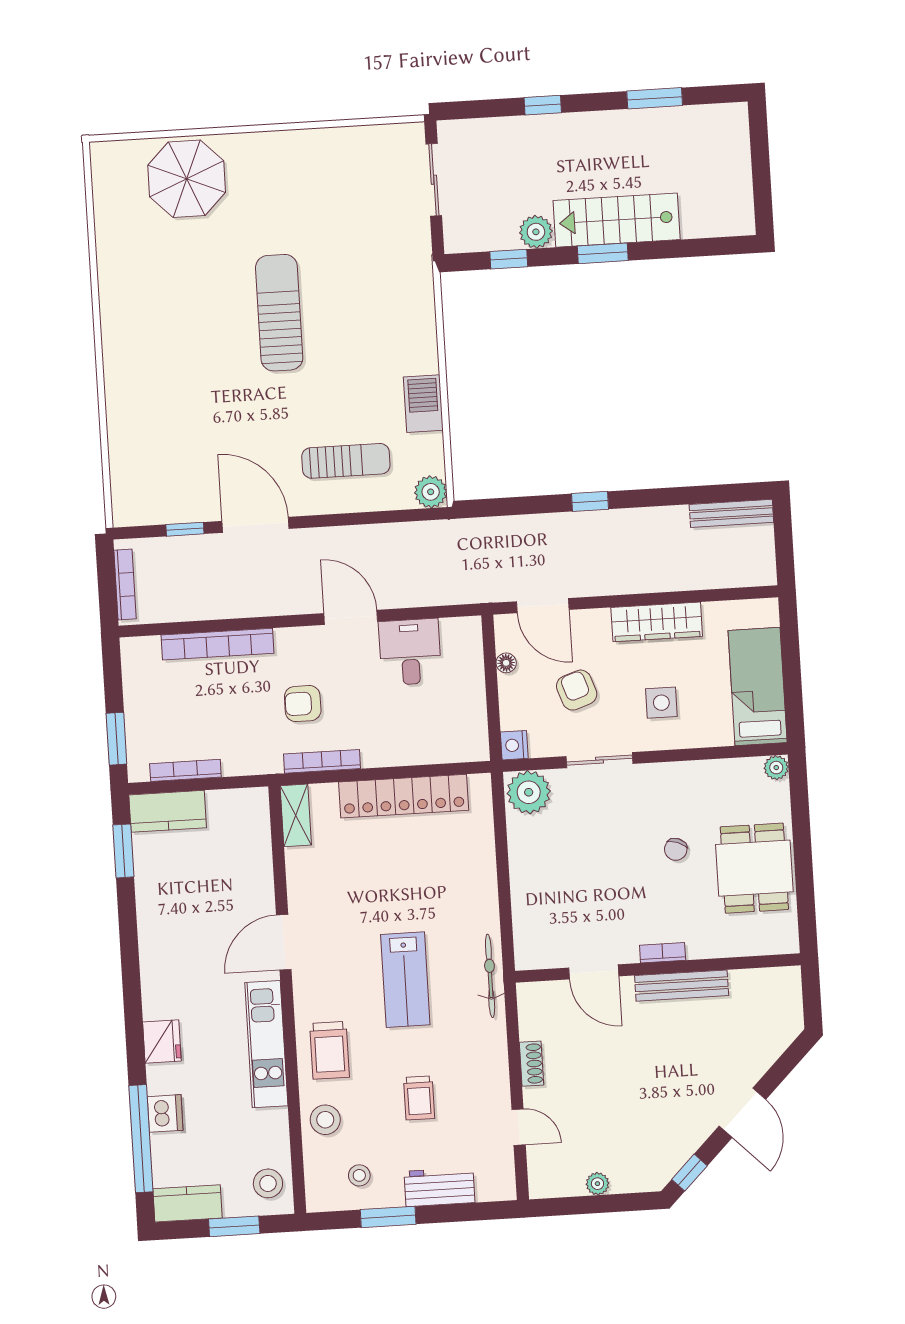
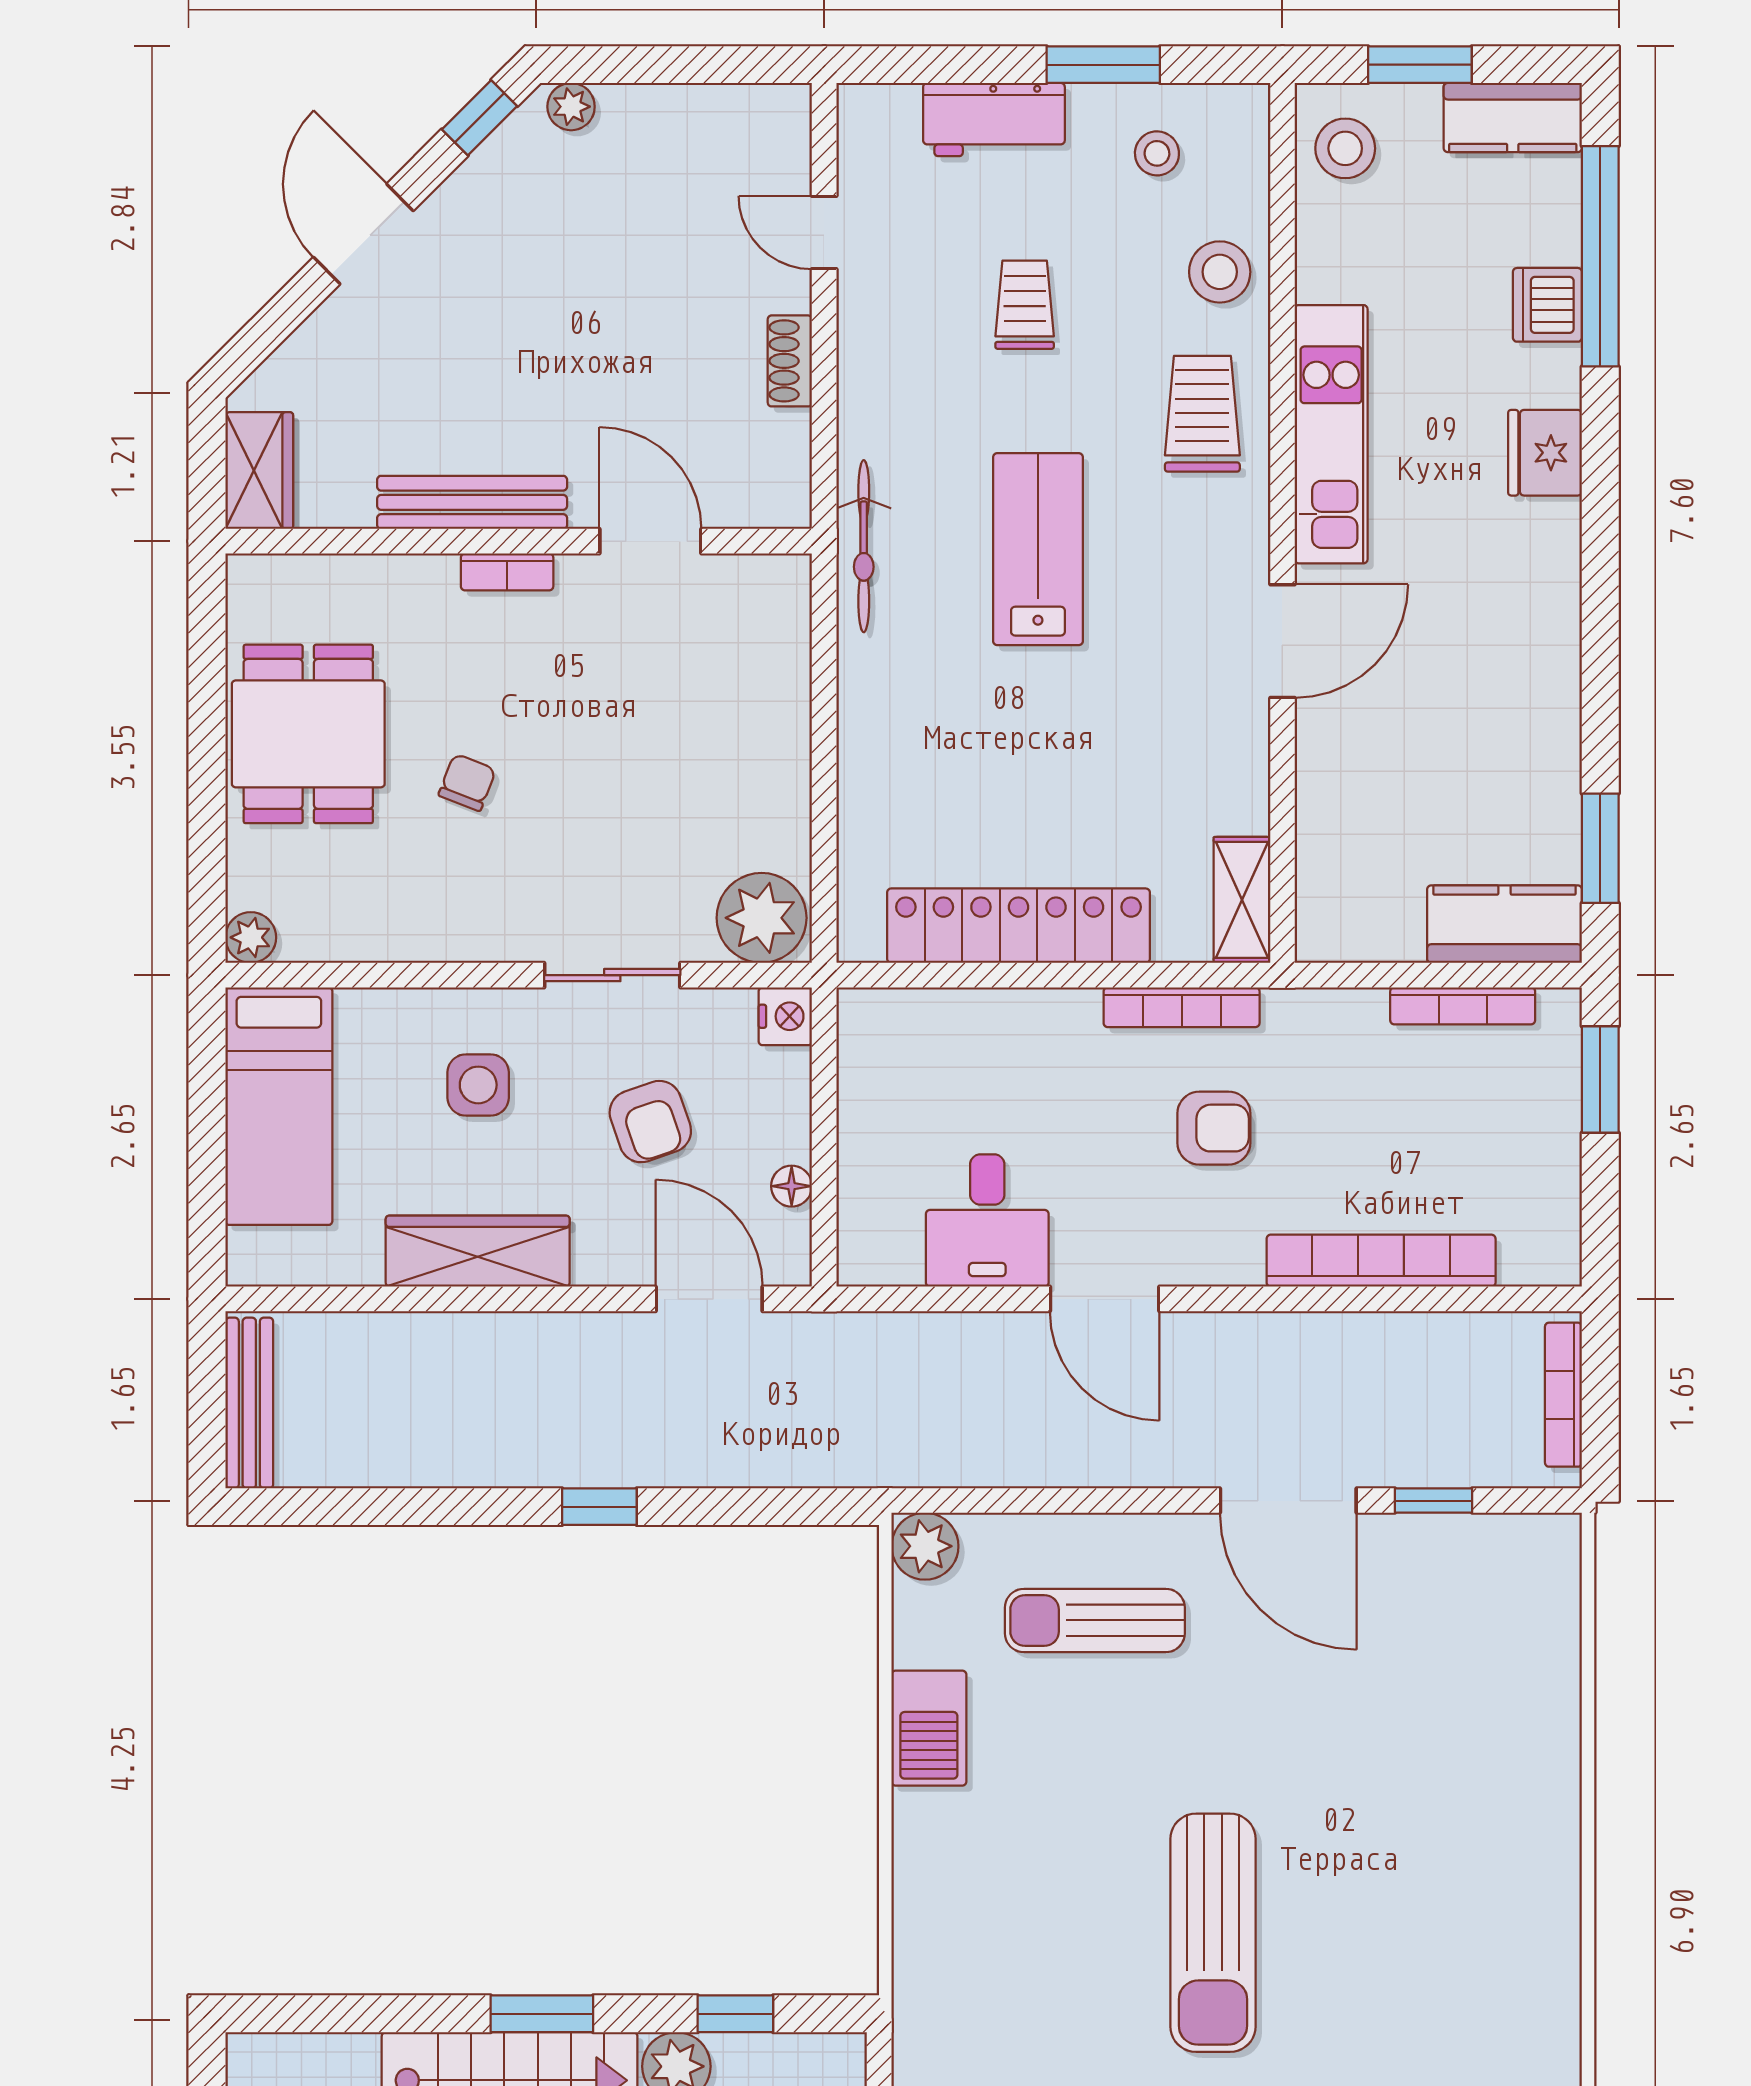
bench: (731, 513) -> (249, 1403), moved, turned 90
wardrobe: (786, 995) -> (259, 471), added
plant: (597, 1184) -> (571, 107), moved

